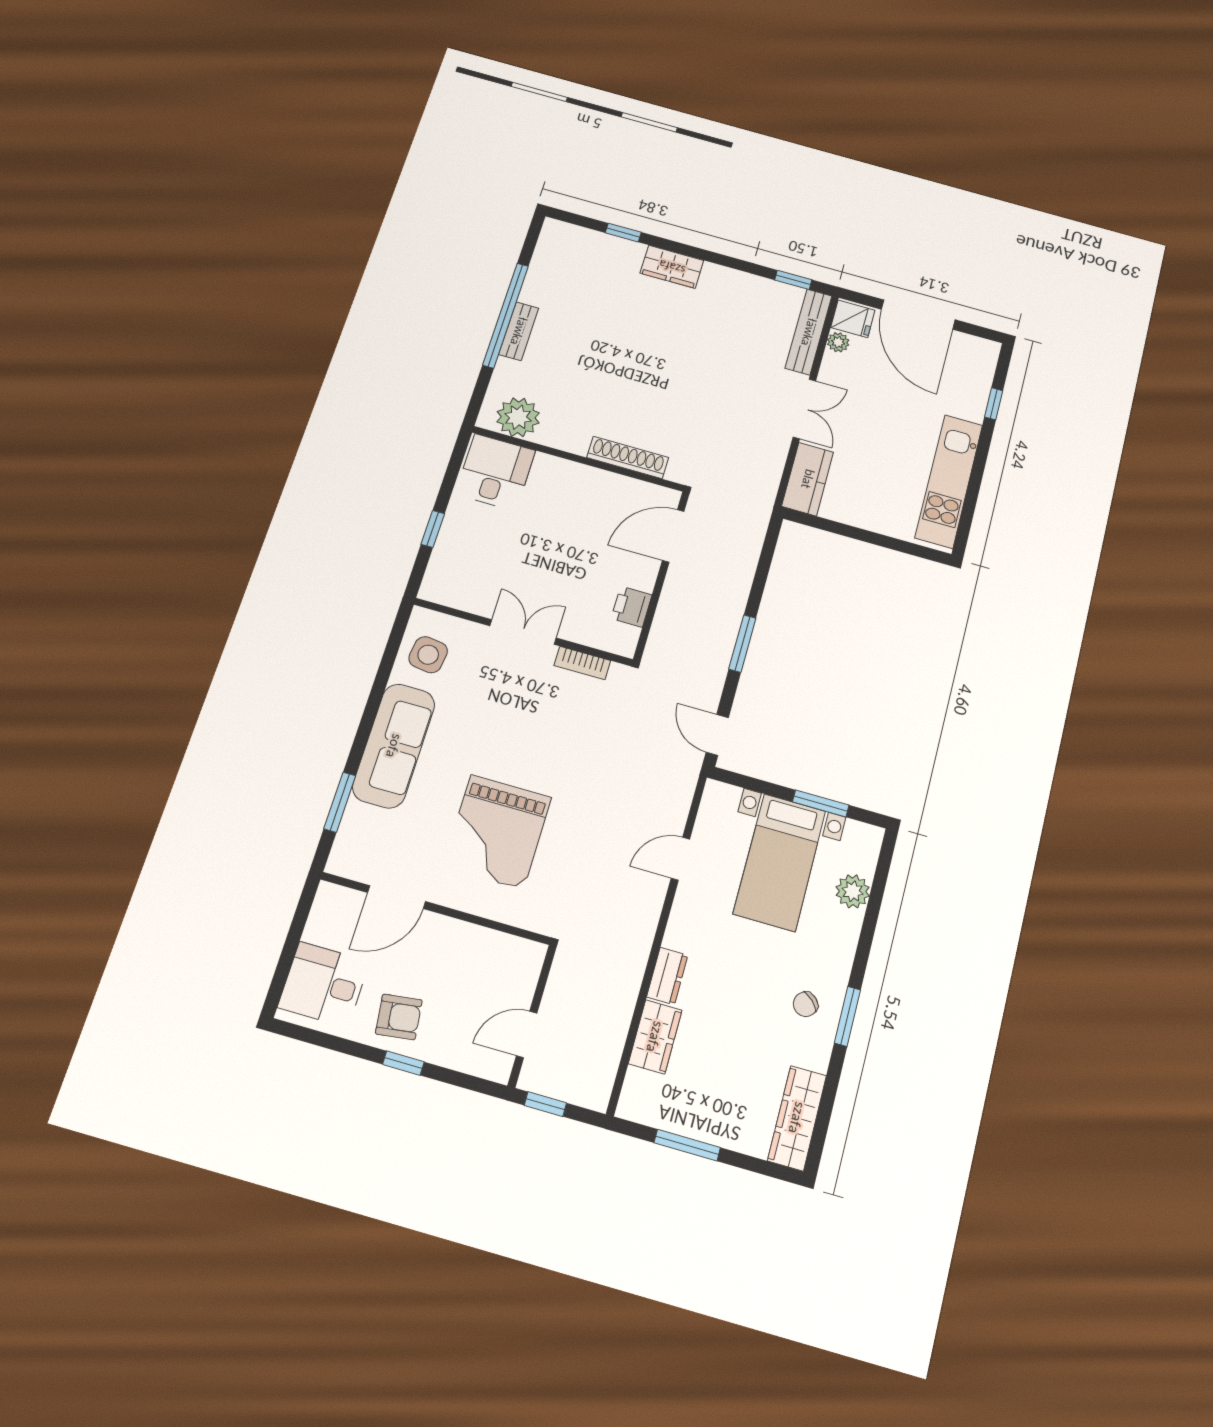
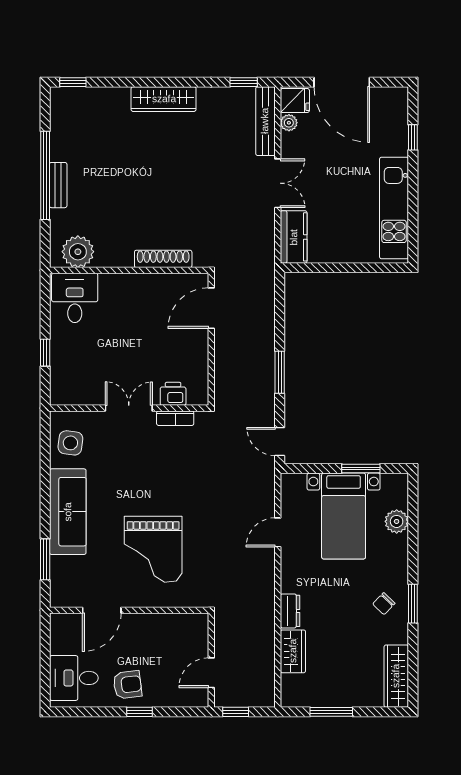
window: (623, 233) -> (73, 82), moved
wardrobe: (672, 267) -> (164, 99), width x1.50
printer: (631, 607) -> (173, 394), moved, turned 90

